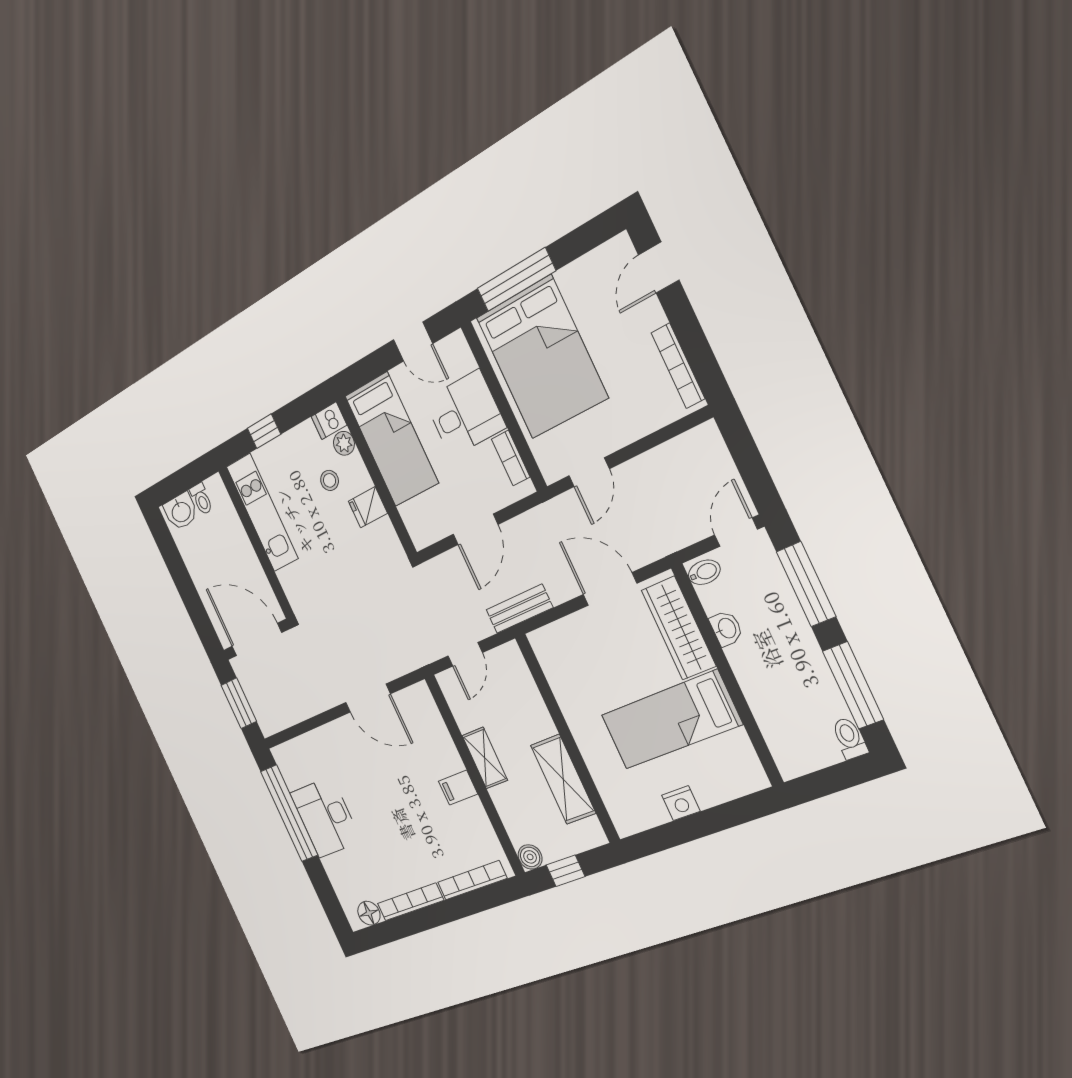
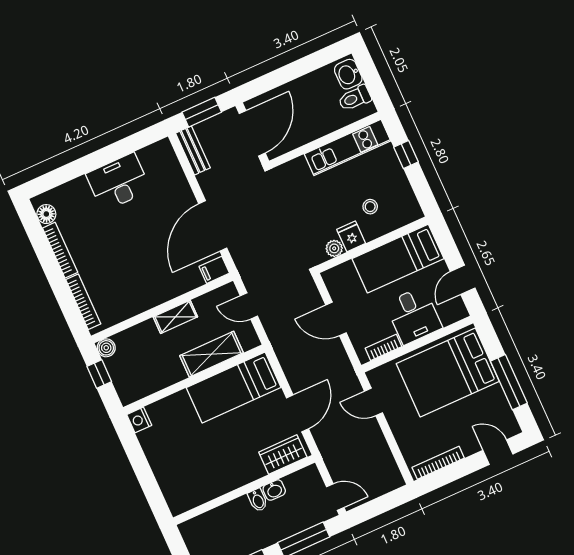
window: (516, 280) -> (509, 382), moved
dishwasher: (329, 421) -> (412, 210), removed
plant: (344, 443) -> (334, 248), moved
toilet: (201, 499) -> (355, 98), width x1.37, depth x1.39
bidet: (704, 572) -> (258, 500), moved
bench: (519, 609) -> (193, 150), moved
wardrobe: (679, 628) -> (283, 455), width x0.67
door: (368, 698) -> (213, 226), width x1.36
bed: (671, 720) -> (234, 388), moved, turned -90
shelving: (563, 779) -> (211, 354), moved
filing cabinet: (458, 788) -> (214, 270), moved, turned -90
nightstand: (681, 803) -> (139, 420), moved
window: (289, 813) -> (118, 150), removed

